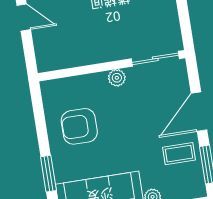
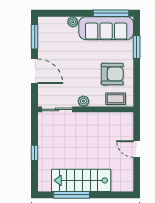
door: (199, 112) -> (35, 71), hinge flipped
coffee table: (179, 154) -> (116, 99), moved

